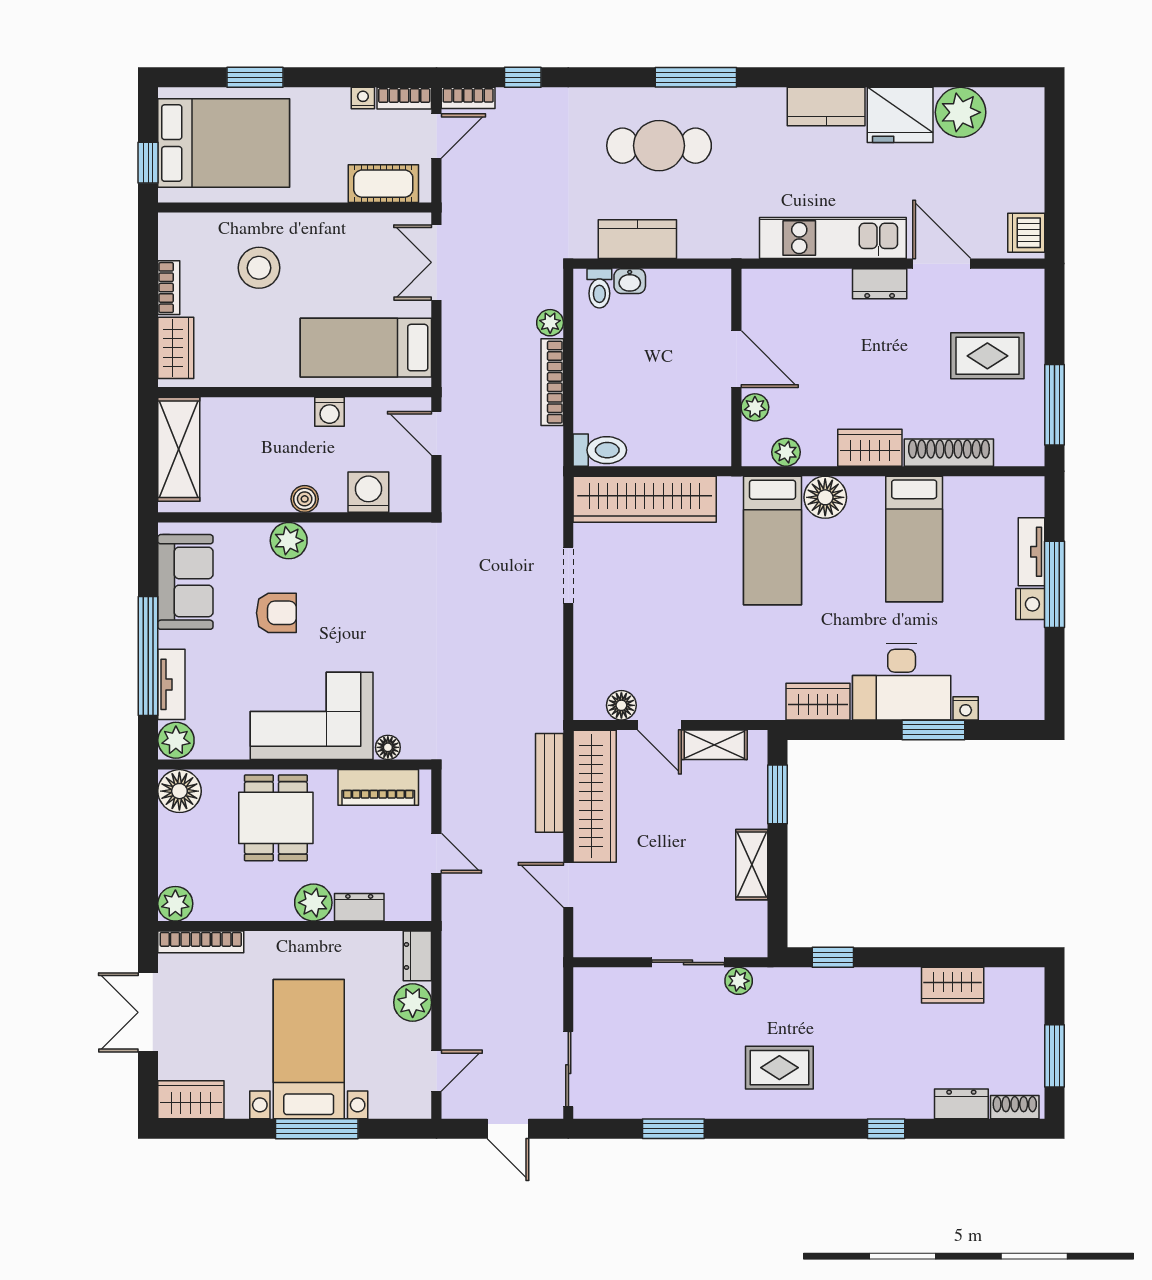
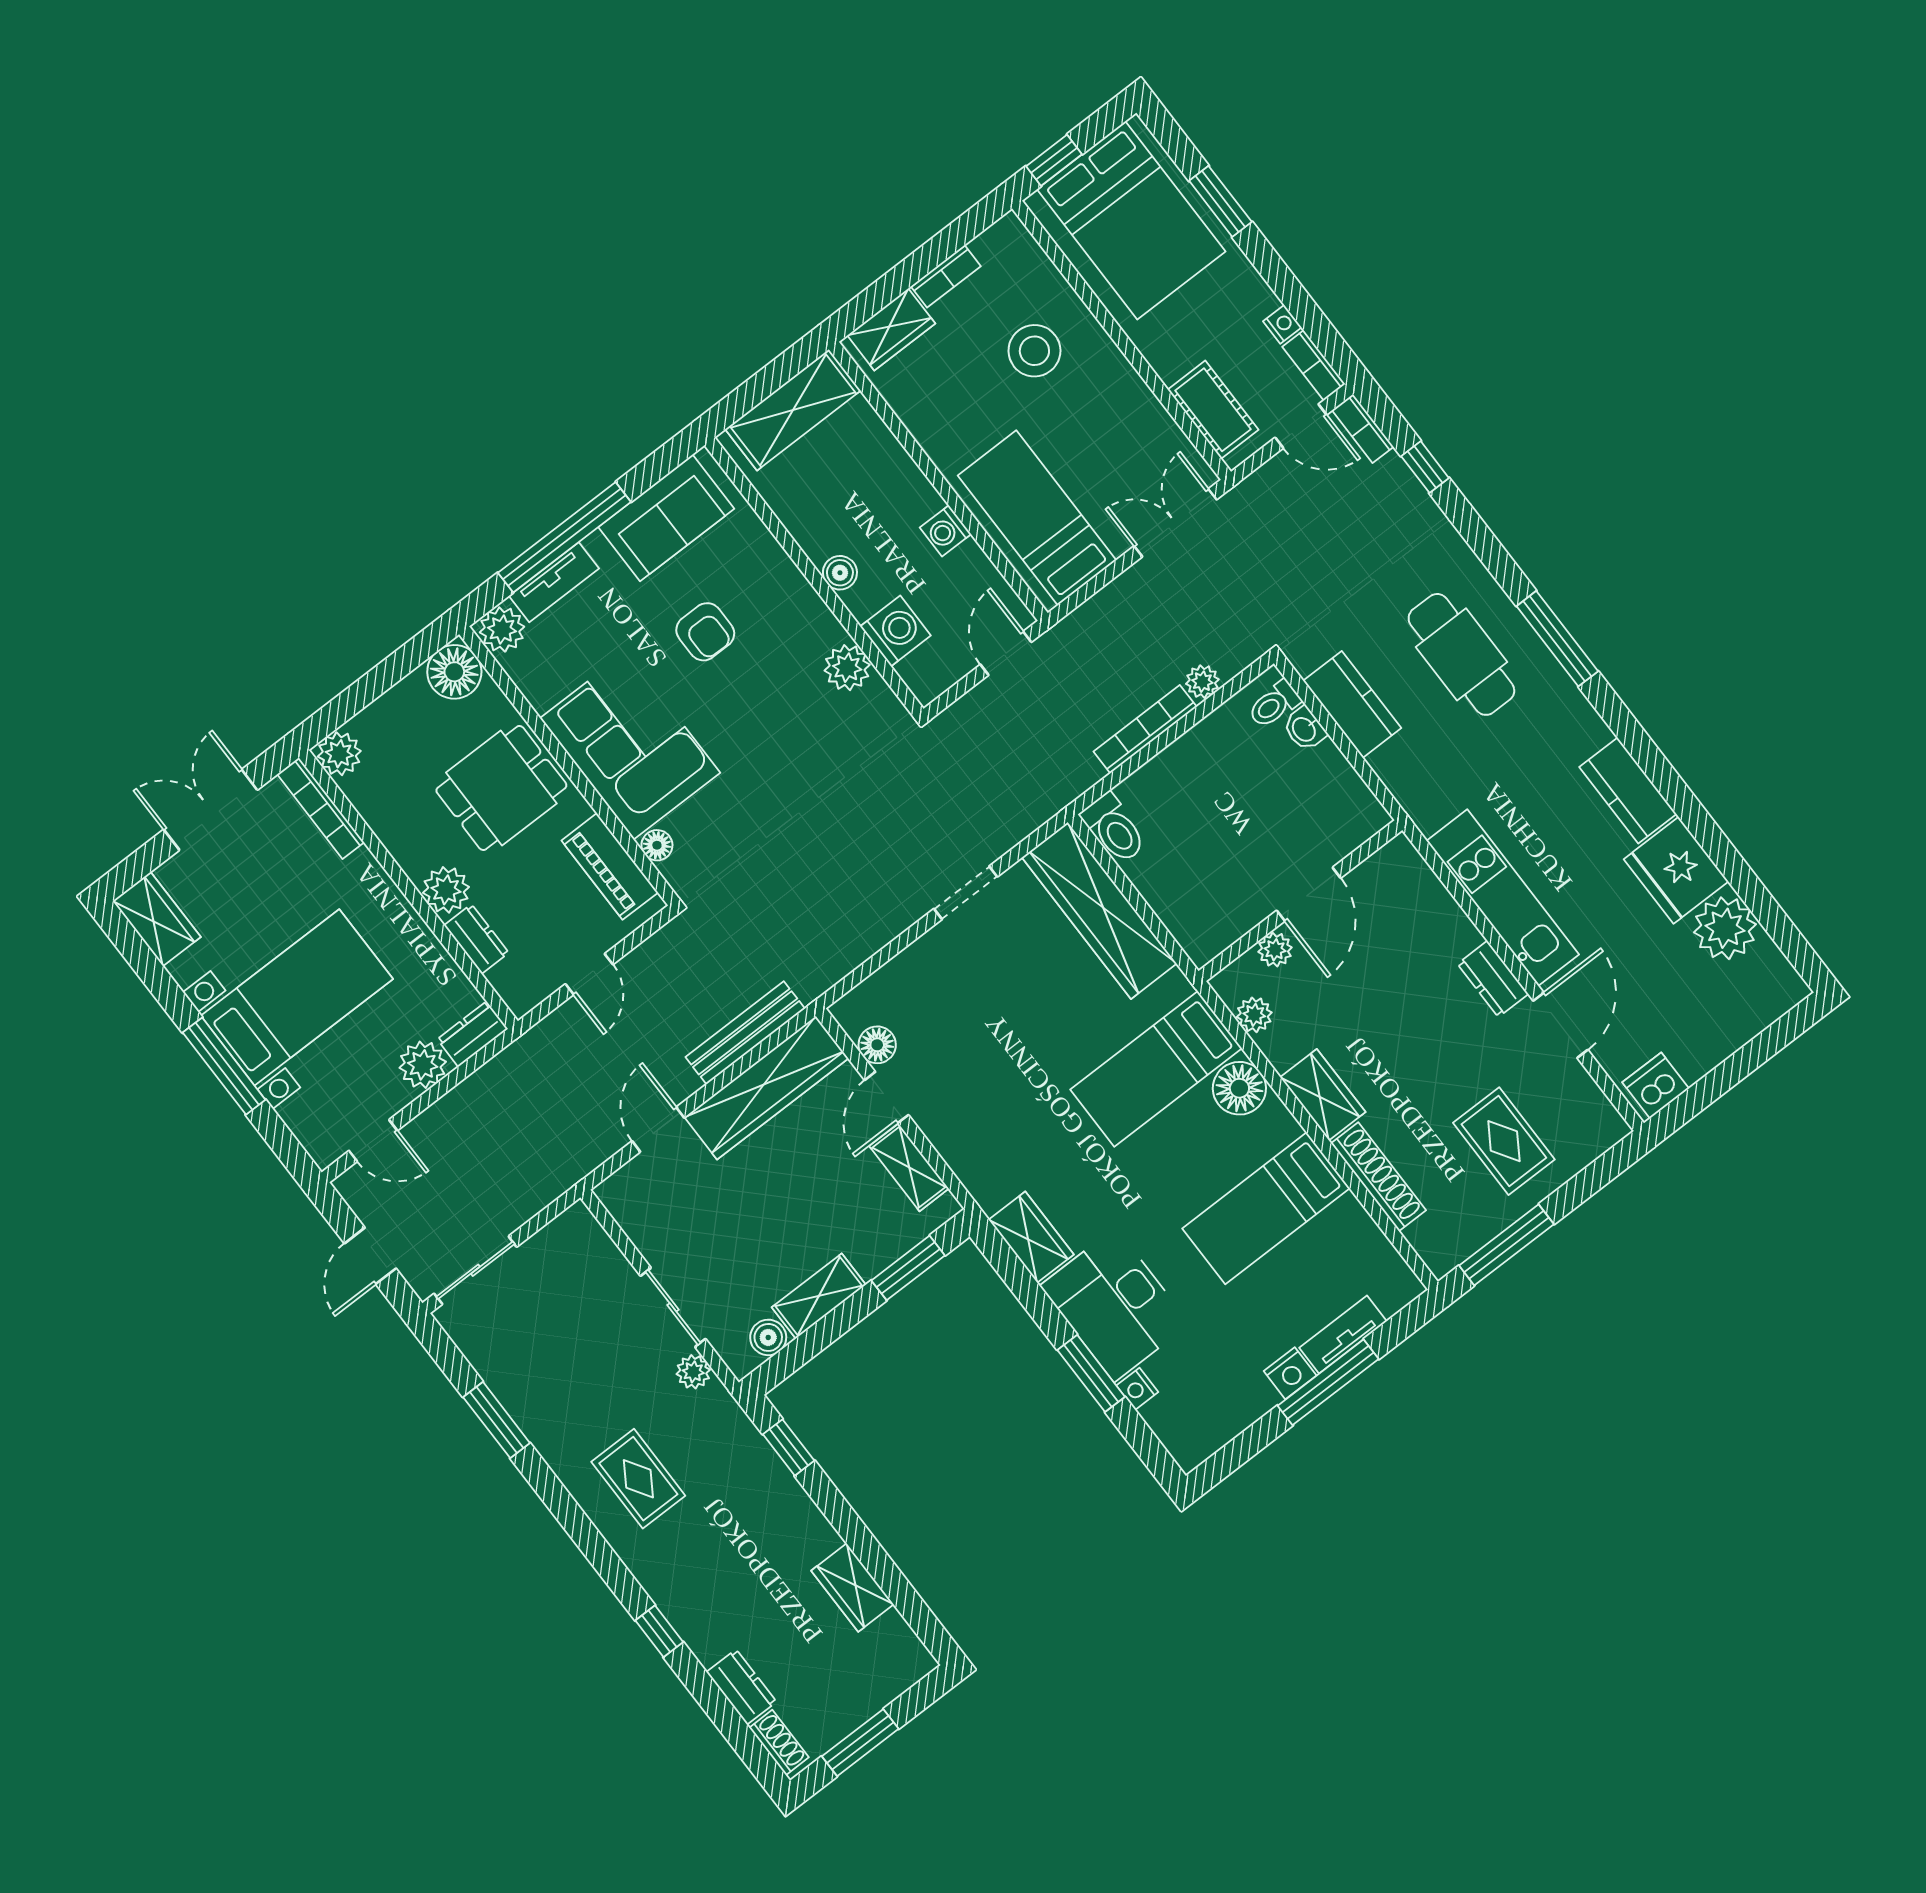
plant: (289, 541) -> (847, 668), moved
boiler: (753, 917) -> (768, 1337), added

